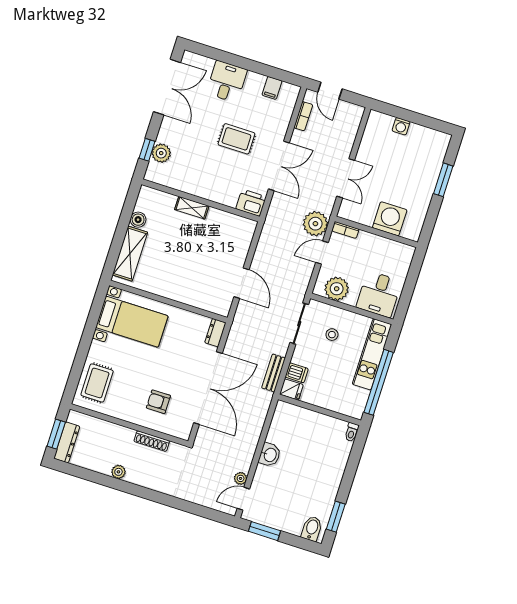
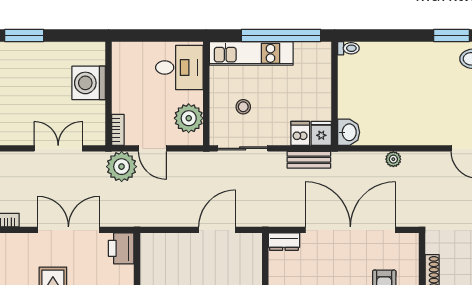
washbasin: (270, 455) -> (349, 132), moved, turned 90
plant: (241, 478) -> (393, 159), moved

